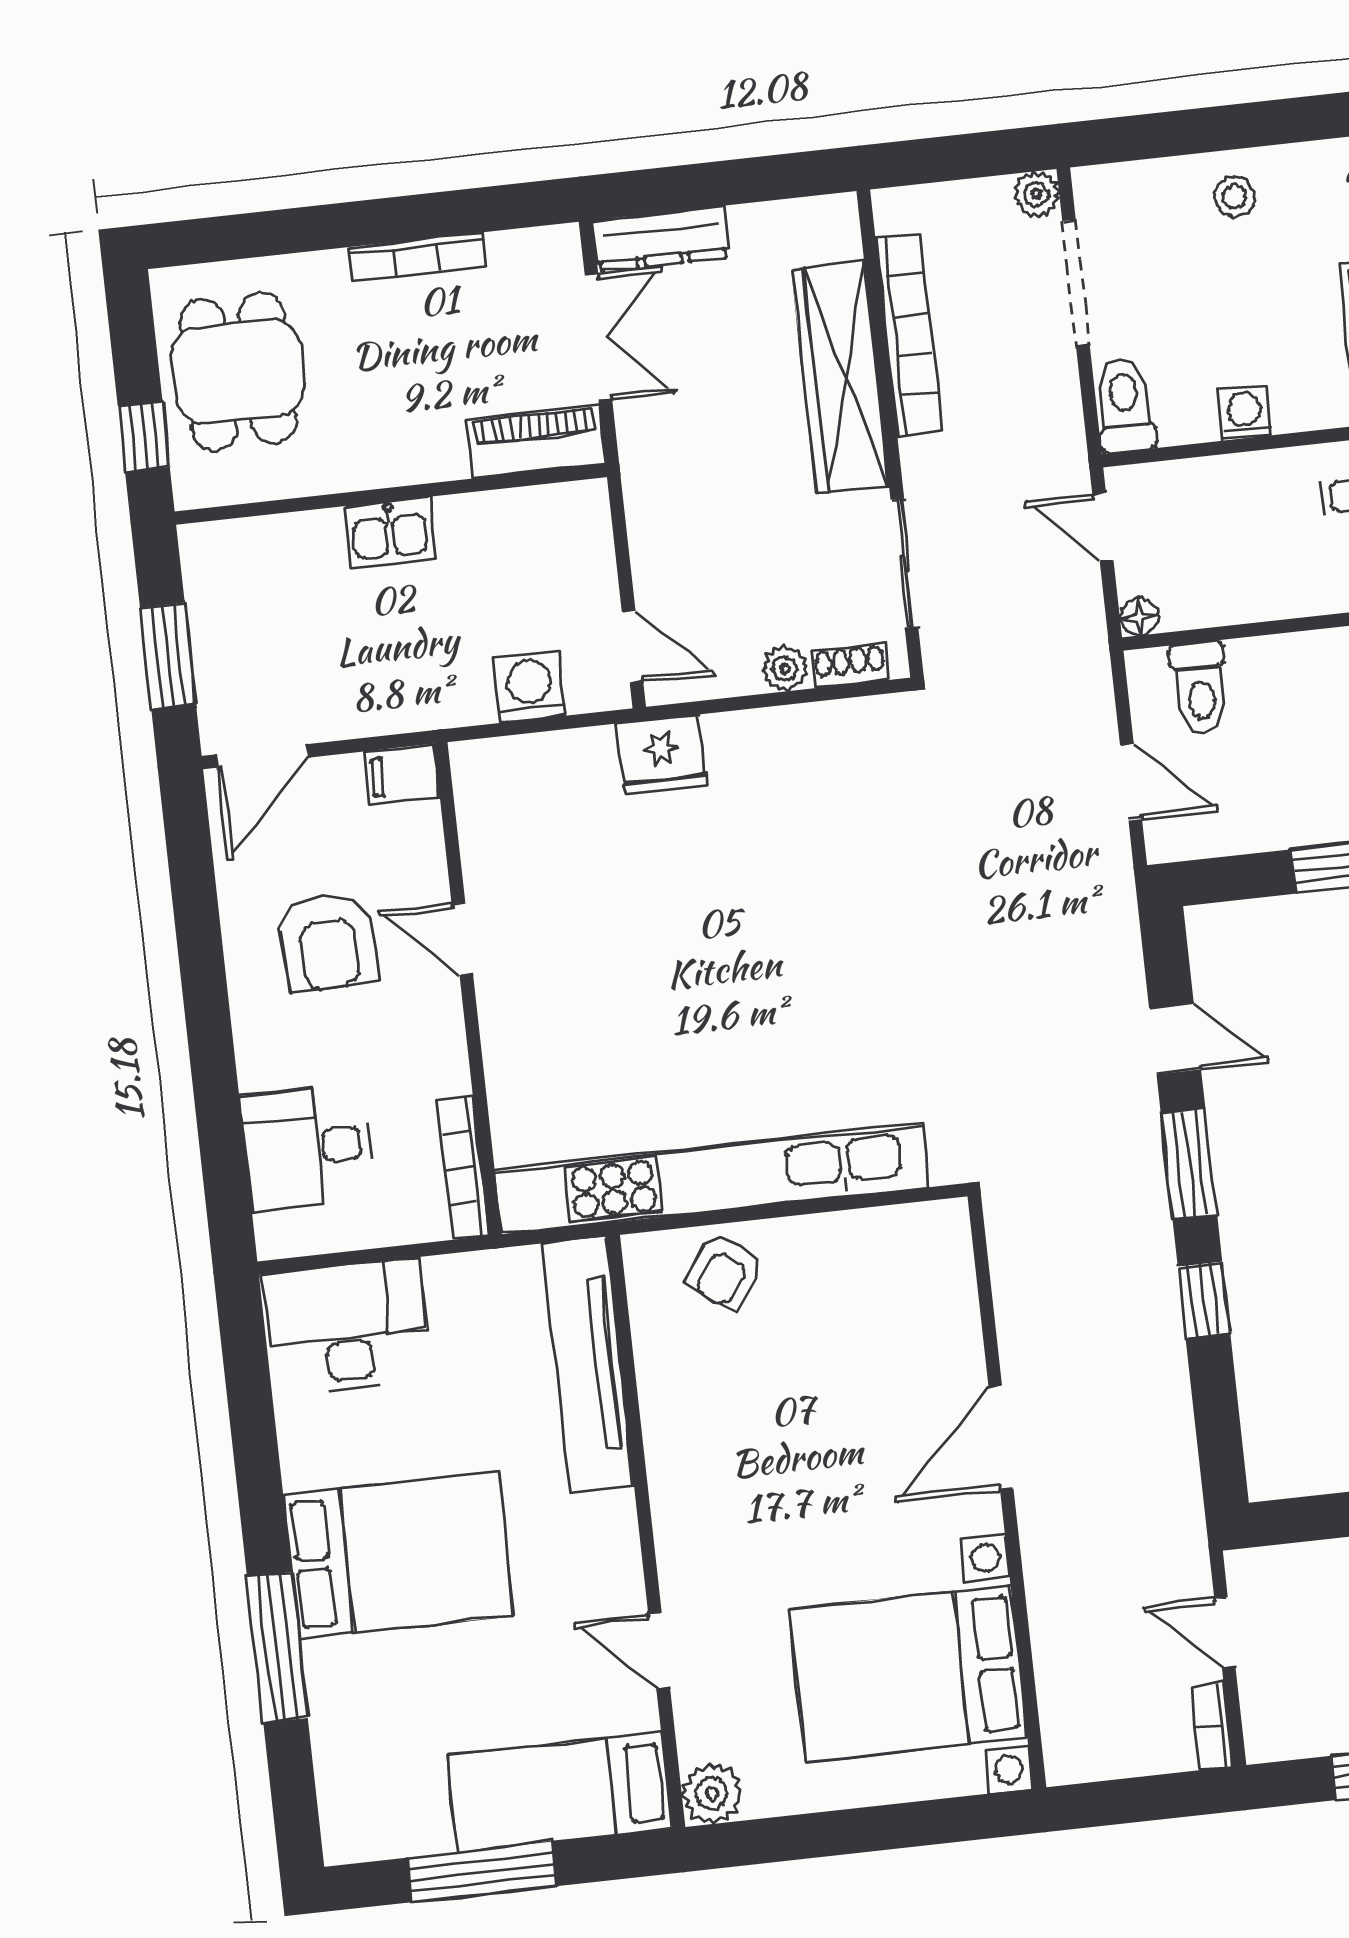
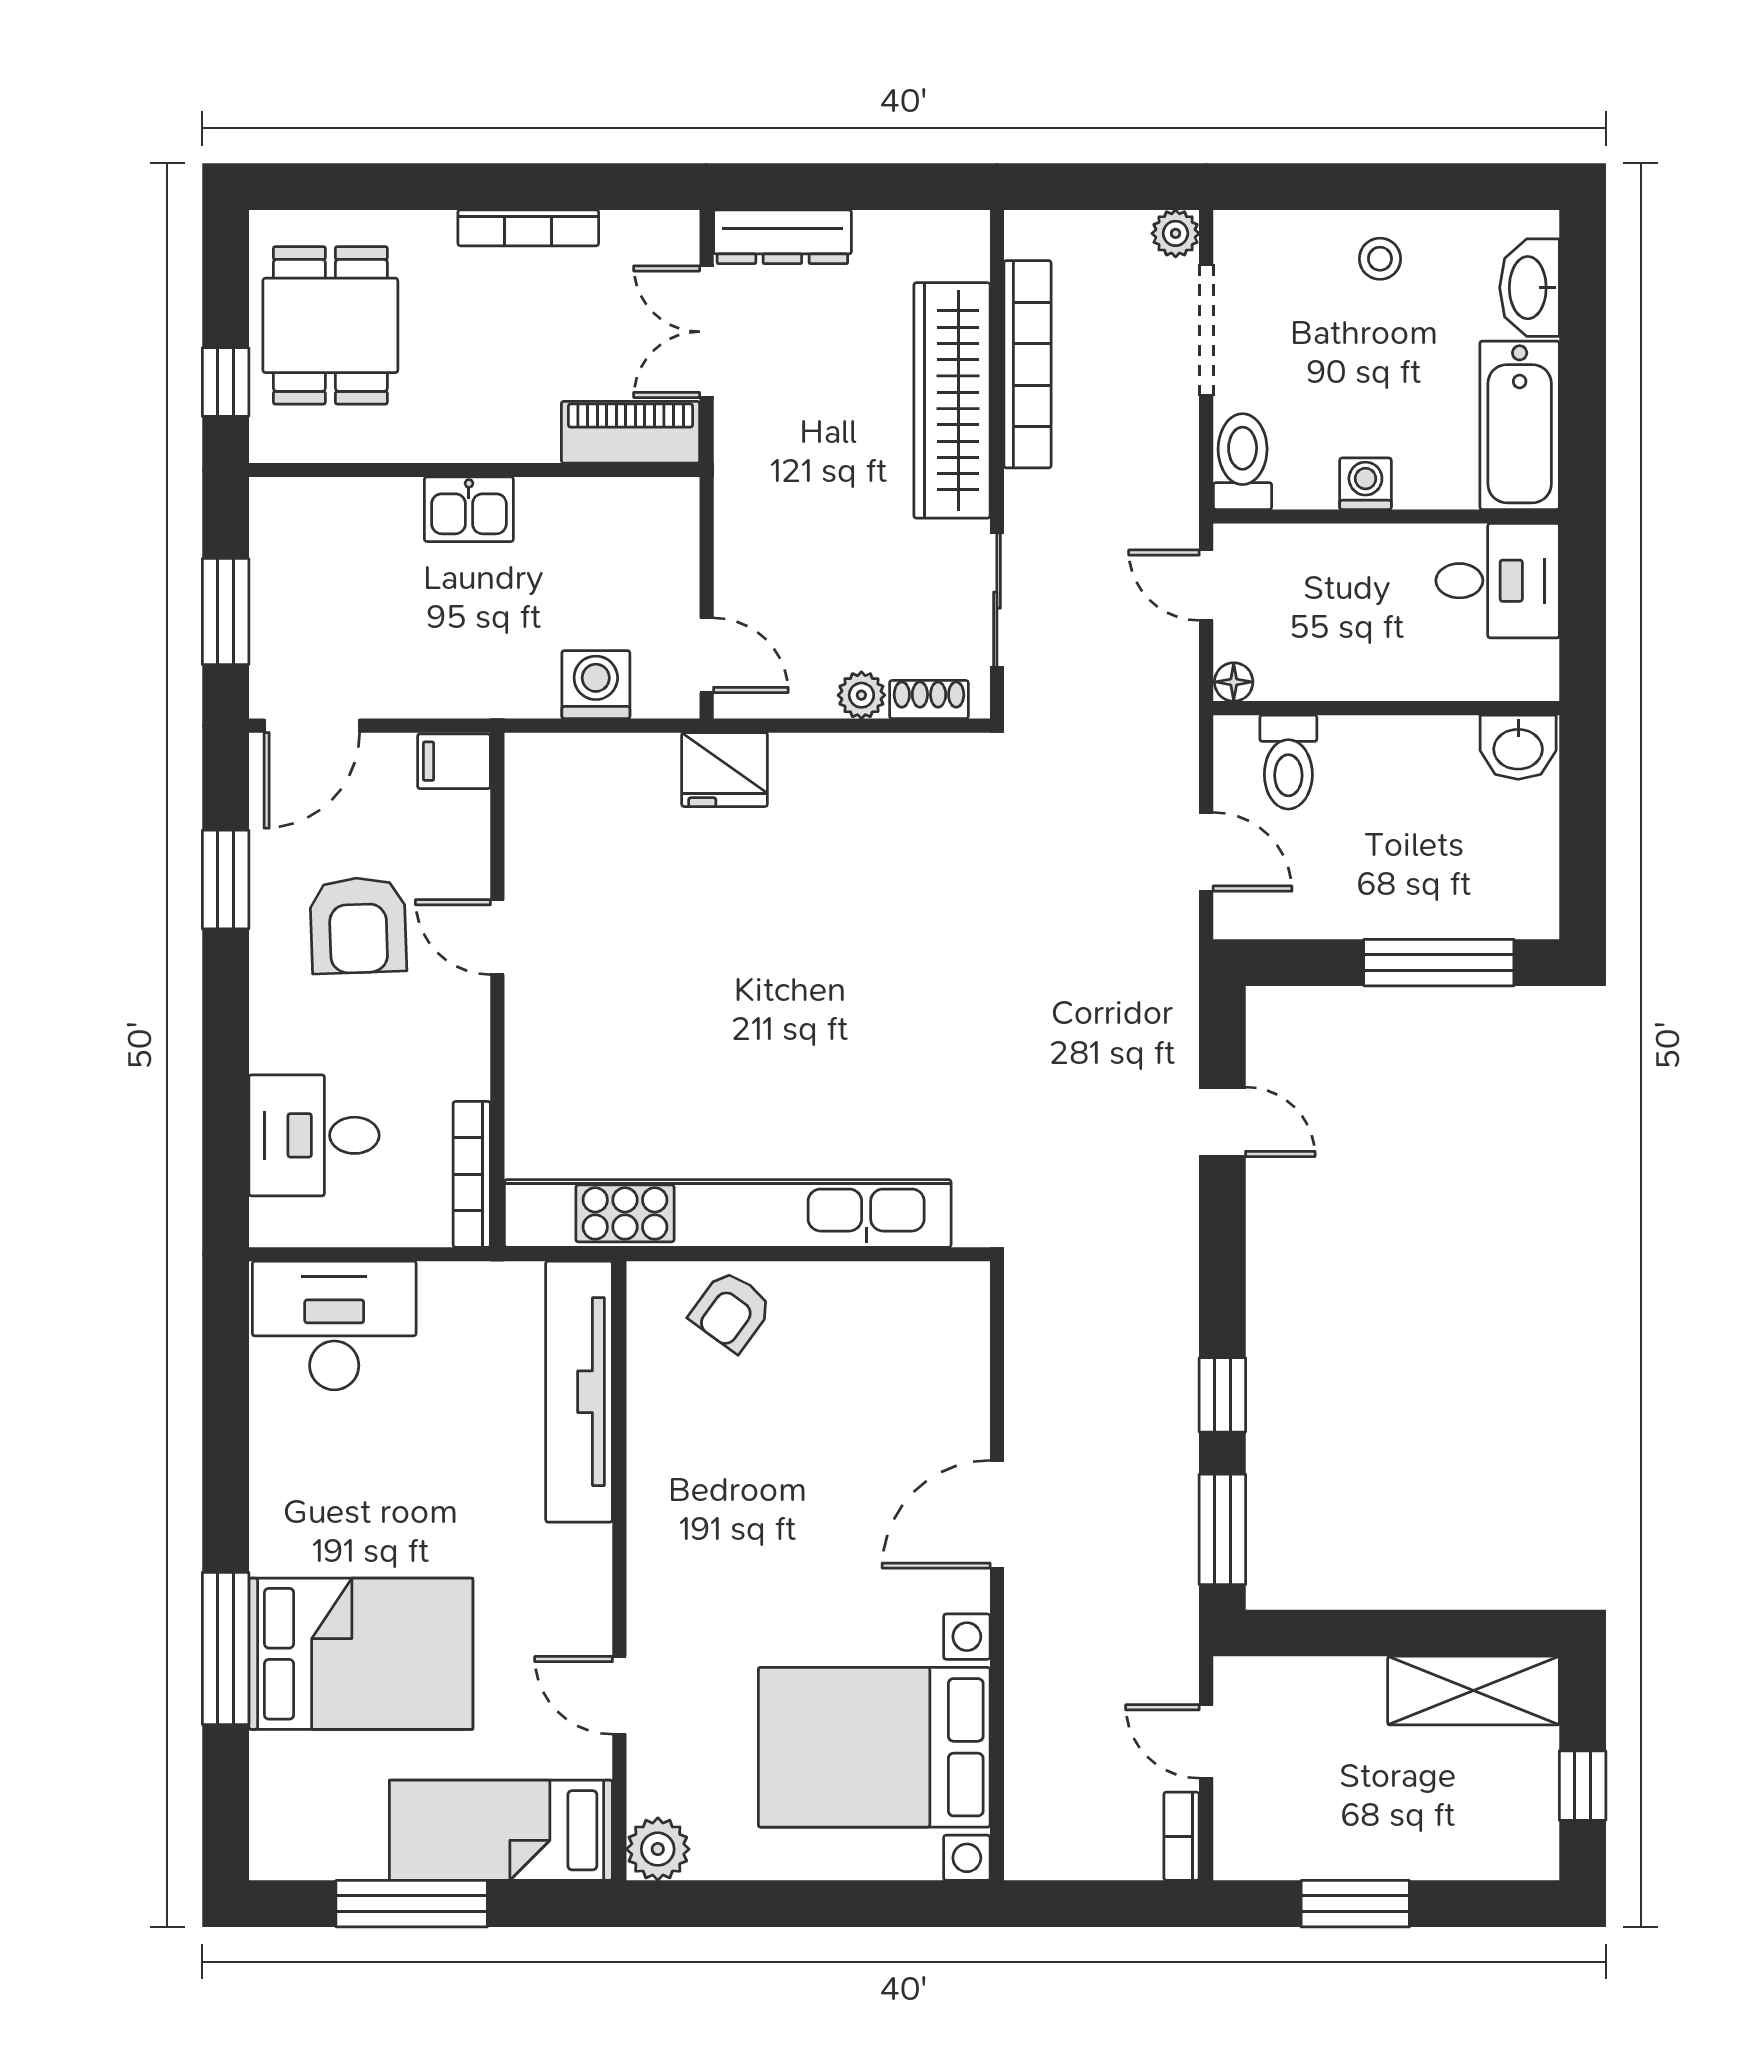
double door: (598, 338) -> (707, 332), swing flipped
window: (196, 912) -> (226, 880), added
window: (1189, 1164) -> (1222, 1529), moved
bed: (398, 1555) -> (361, 1654), moved

